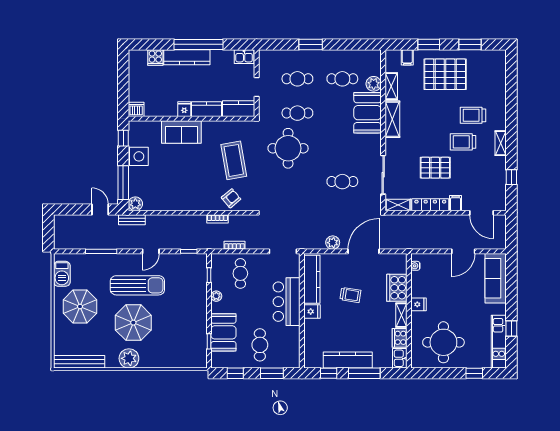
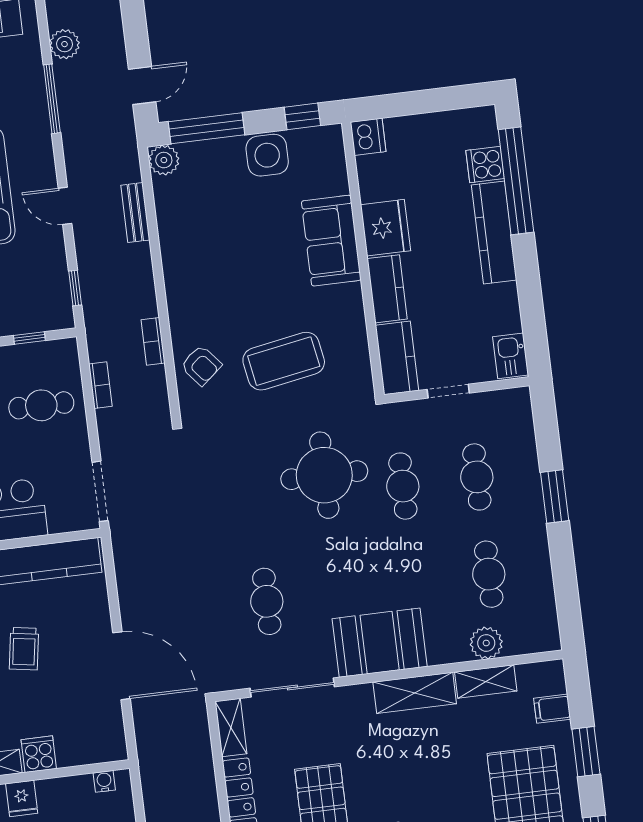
window: (198, 44) -> (516, 181), moved
fridge: (184, 109) -> (385, 228), width x1.88, depth x1.34
booth: (367, 113) -> (380, 643), moved
bench: (132, 220) -> (135, 213), moved
plant: (333, 243) -> (64, 44), moved
cooker: (397, 288) -> (39, 754), width x0.53, depth x0.76

